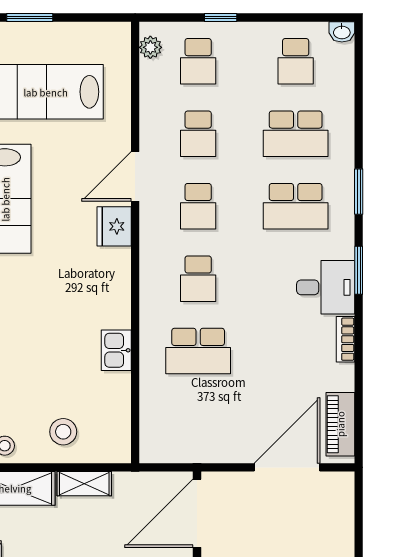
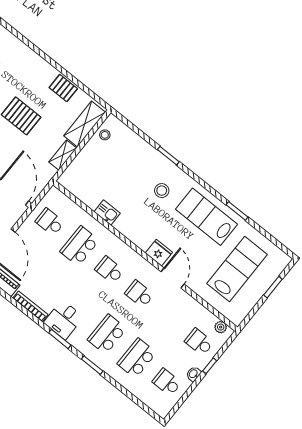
washbasin: (342, 32) -> (193, 374), moved
school desk: (198, 134) -> (50, 222), moved
bookcase: (345, 339) -> (30, 306), width x1.56
stool: (63, 432) -> (162, 191), moved

